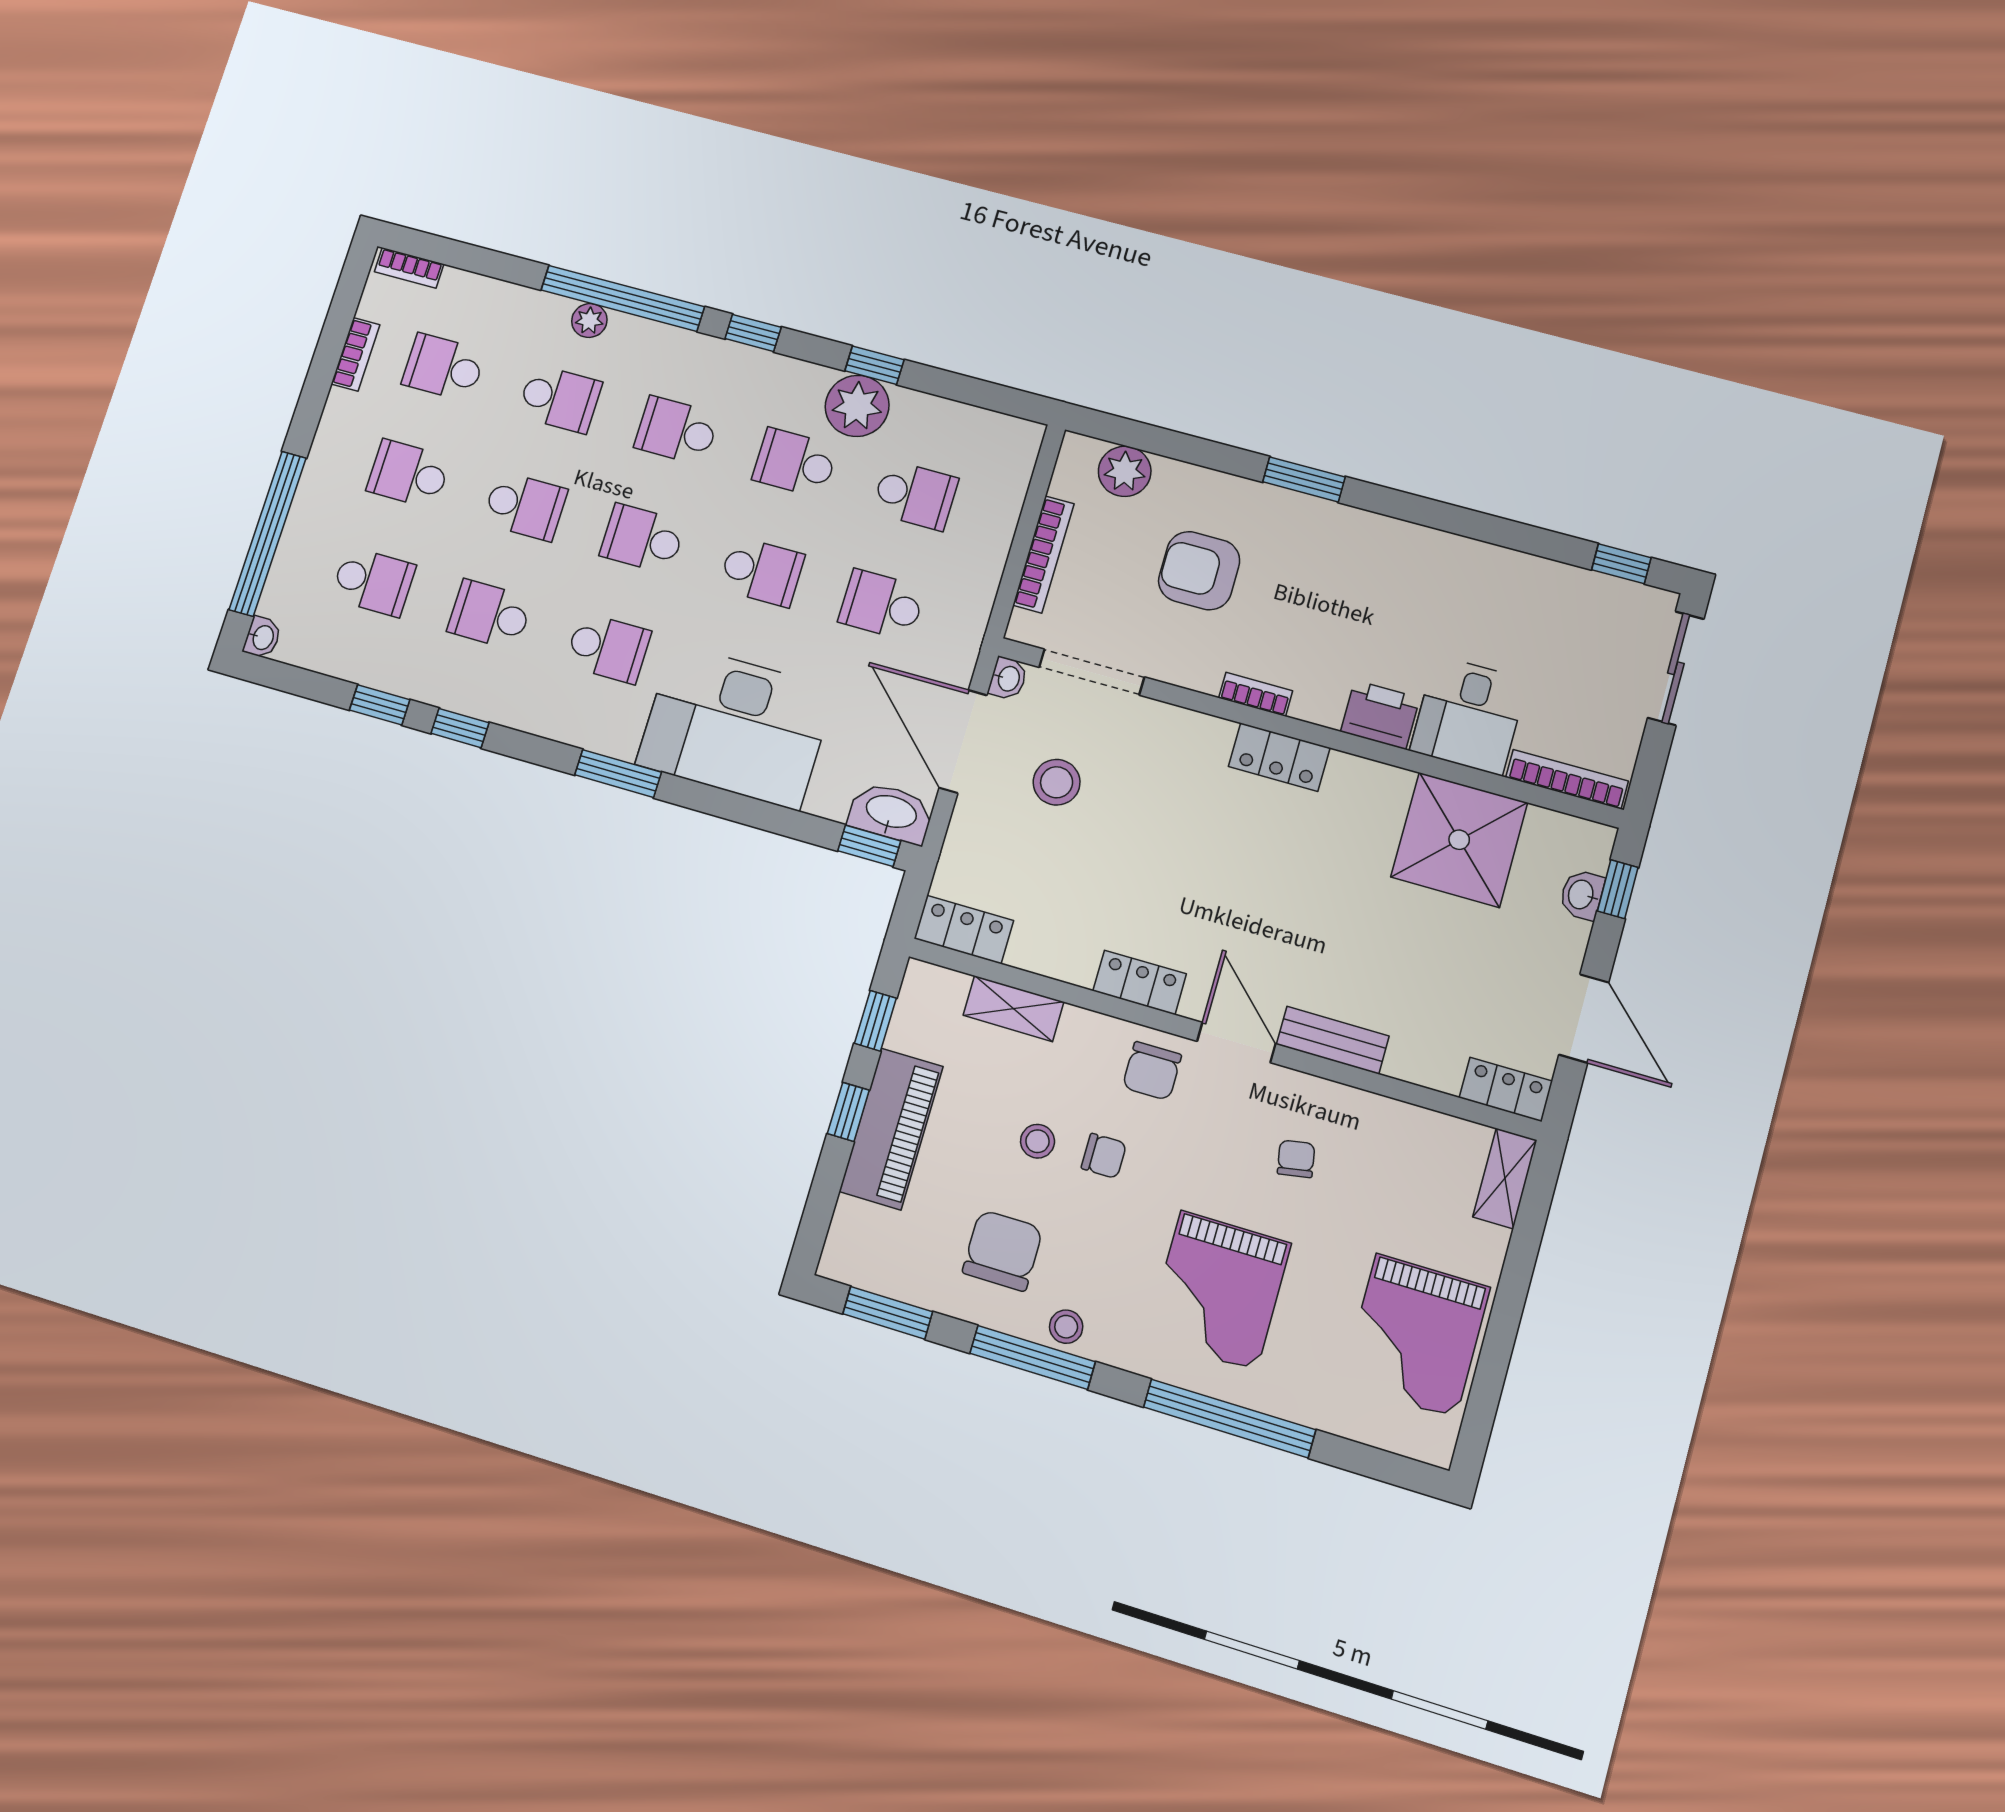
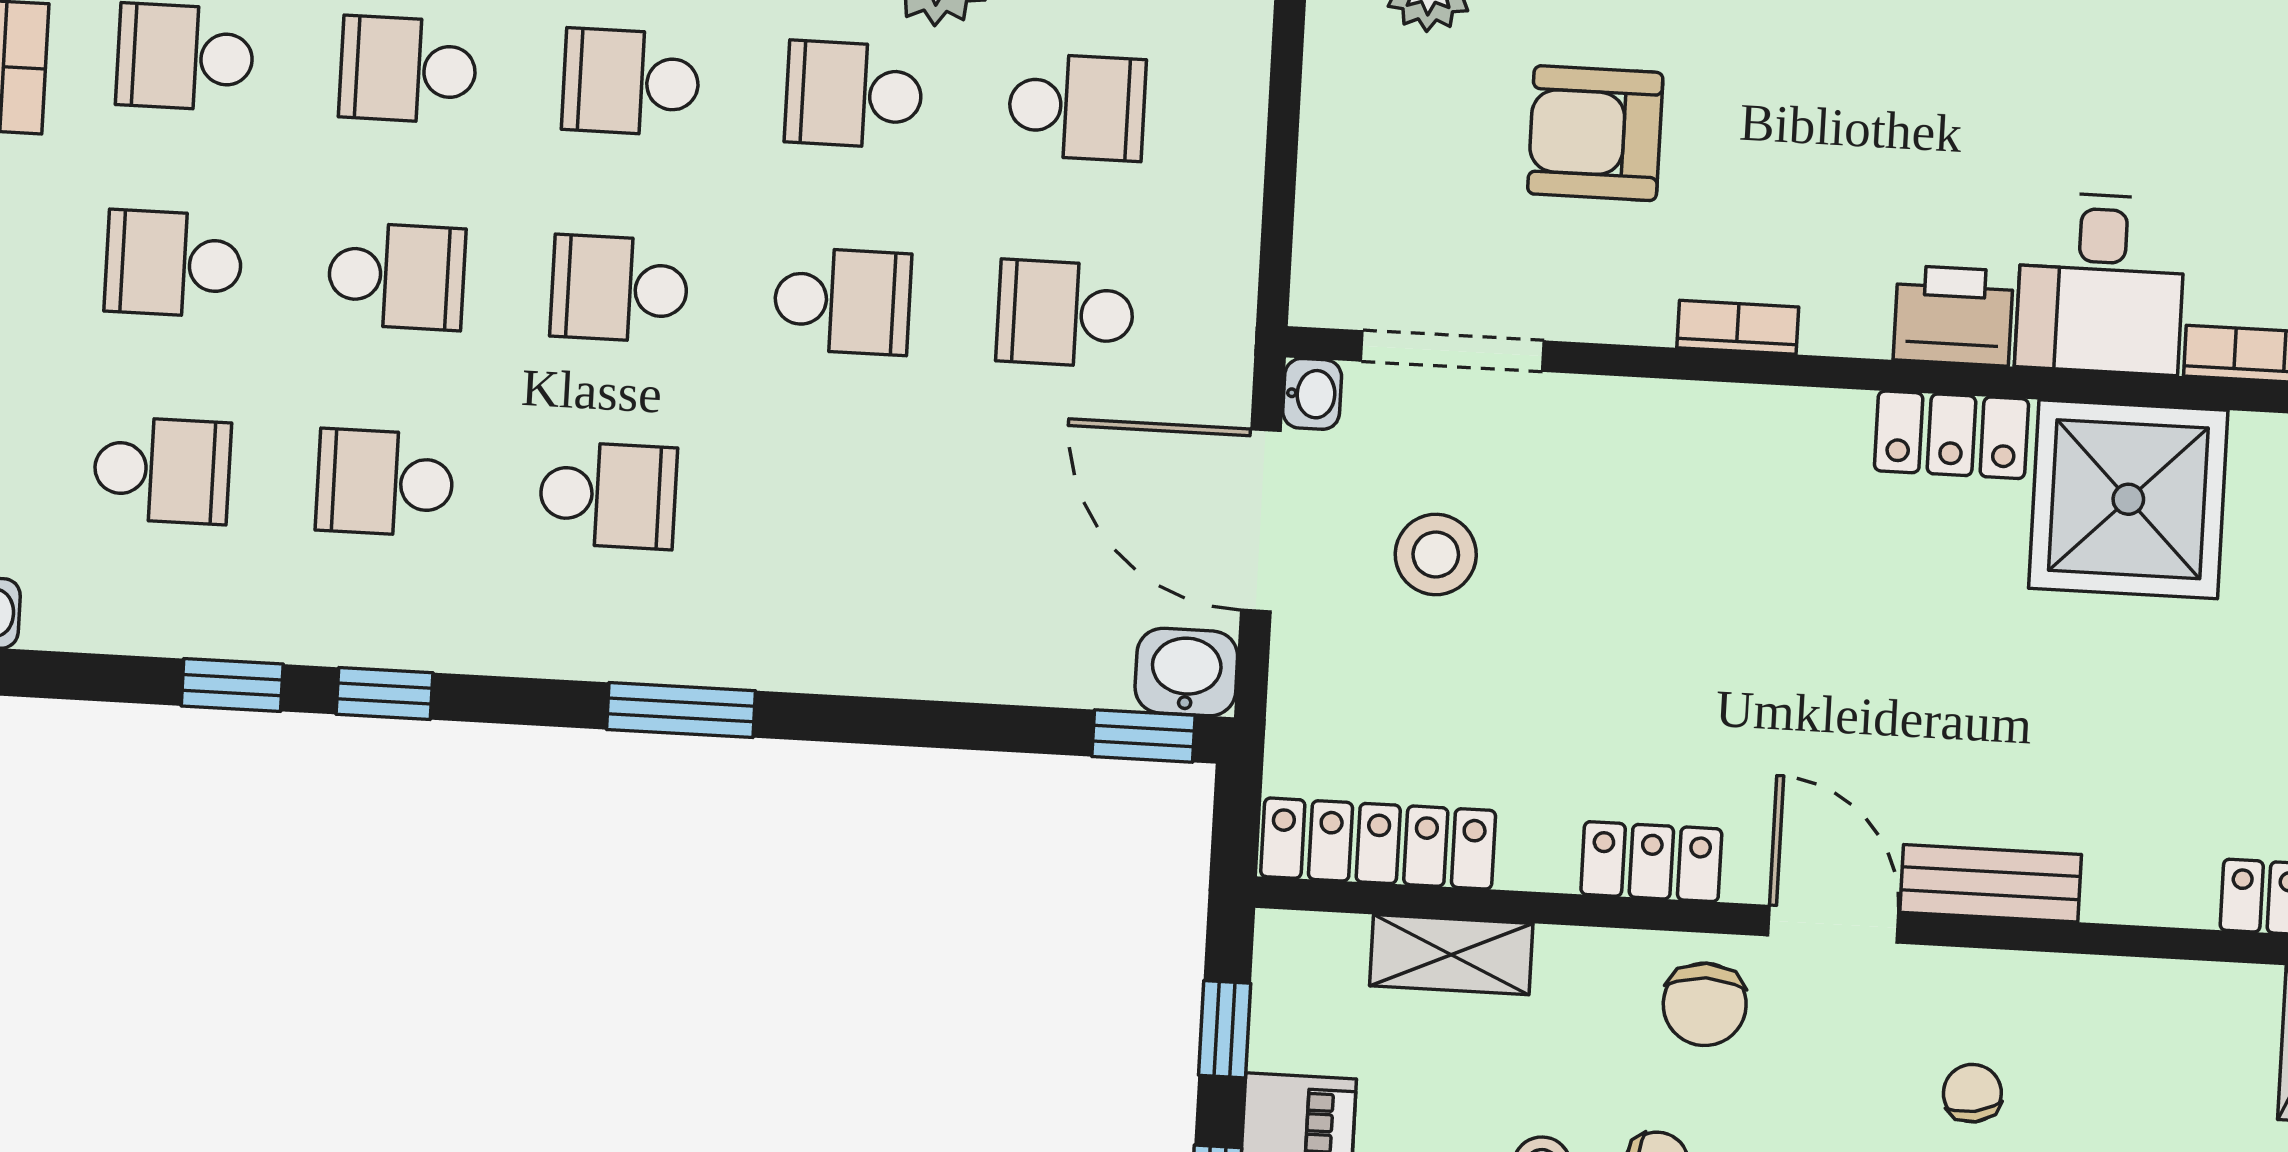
school desk: (560, 399) -> (408, 70), turned 180
bookcase: (1043, 554) -> (1323, 163), removed
desk: (736, 726) -> (864, 582), removed
locker: (1279, 757) -> (1951, 435), moved
washbasin: (891, 813) -> (1186, 672), width x0.72
locker: (964, 930) -> (1378, 844), width x1.53

